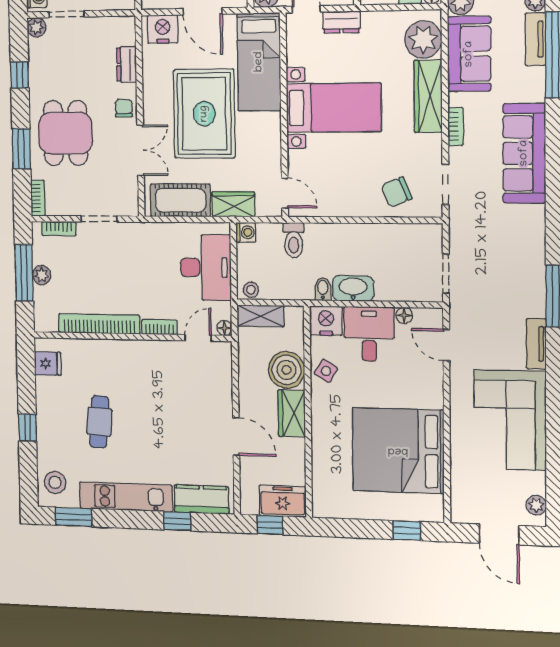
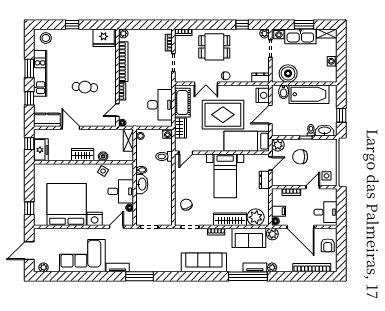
dresser: (127, 64) -> (260, 78), moved
window: (21, 149) -> (207, 25), removed
desk: (206, 267) -> (160, 105), moved, turned -90
window: (24, 273) -> (147, 25), removed
plant: (42, 275) -> (123, 33), moved
nightstand: (326, 321) -> (95, 219), moved, turned 90
door: (198, 338) -> (117, 110), swing flipped
fridge: (48, 364) -> (104, 38), width x1.88, depth x1.34
boiler: (286, 370) -> (103, 156), width x0.54, depth x0.54
cafe table: (99, 422) -> (85, 87), moved
door: (236, 437) -> (71, 128), swing flipped
kitchen counter: (201, 499) -> (47, 120), moved, turned -90
window: (74, 517) -> (29, 69), moved

